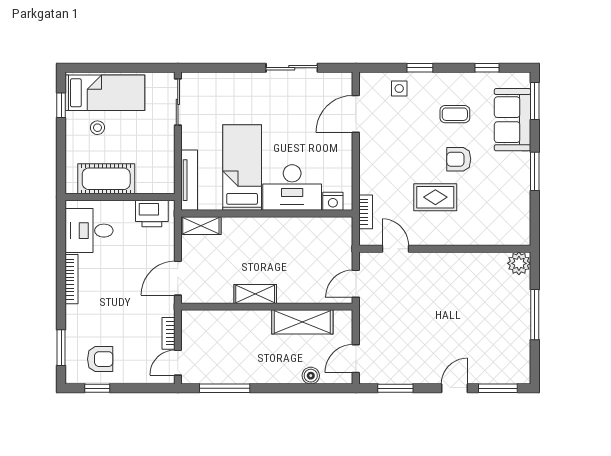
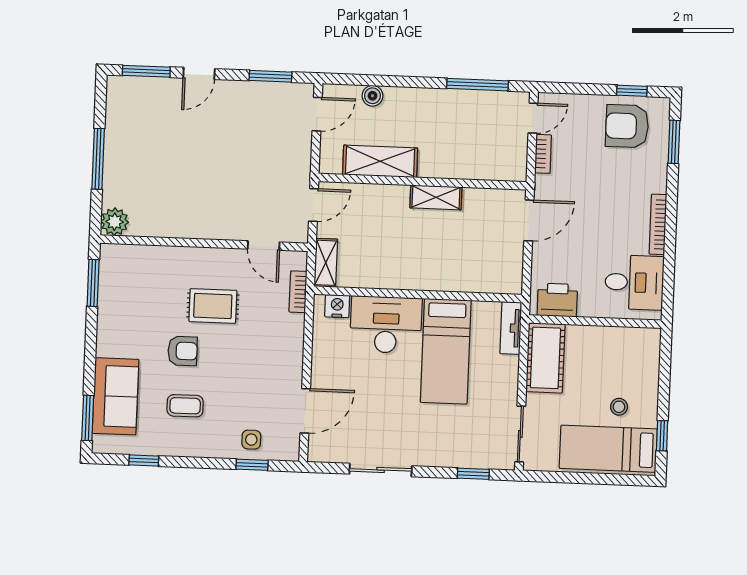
window: (215, 68) -> (473, 474), added
window: (420, 68) -> (252, 465), moved
window: (535, 171) -> (93, 283), moved
cot: (106, 179) -> (545, 358), moved, turned 90
tv unit: (189, 180) -> (511, 328), width x0.71
shelving: (201, 226) -> (326, 263), moved, turned 90
armchair: (100, 359) -> (627, 126), width x1.38, depth x1.38

